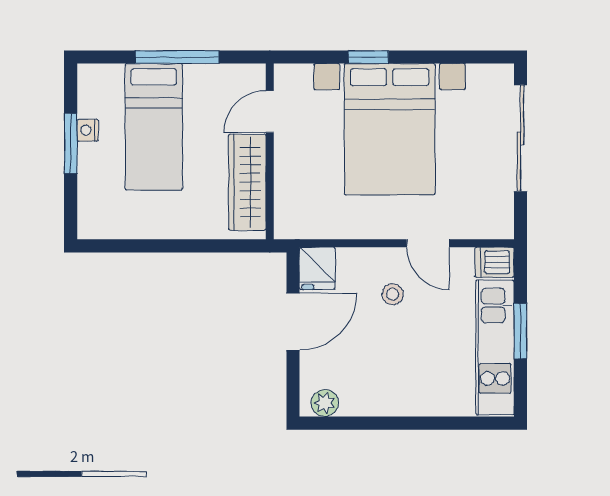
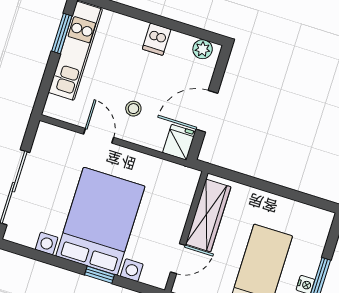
dishwasher: (495, 262) -> (157, 39), moved, turned 90
window: (520, 331) -> (62, 33), moved

